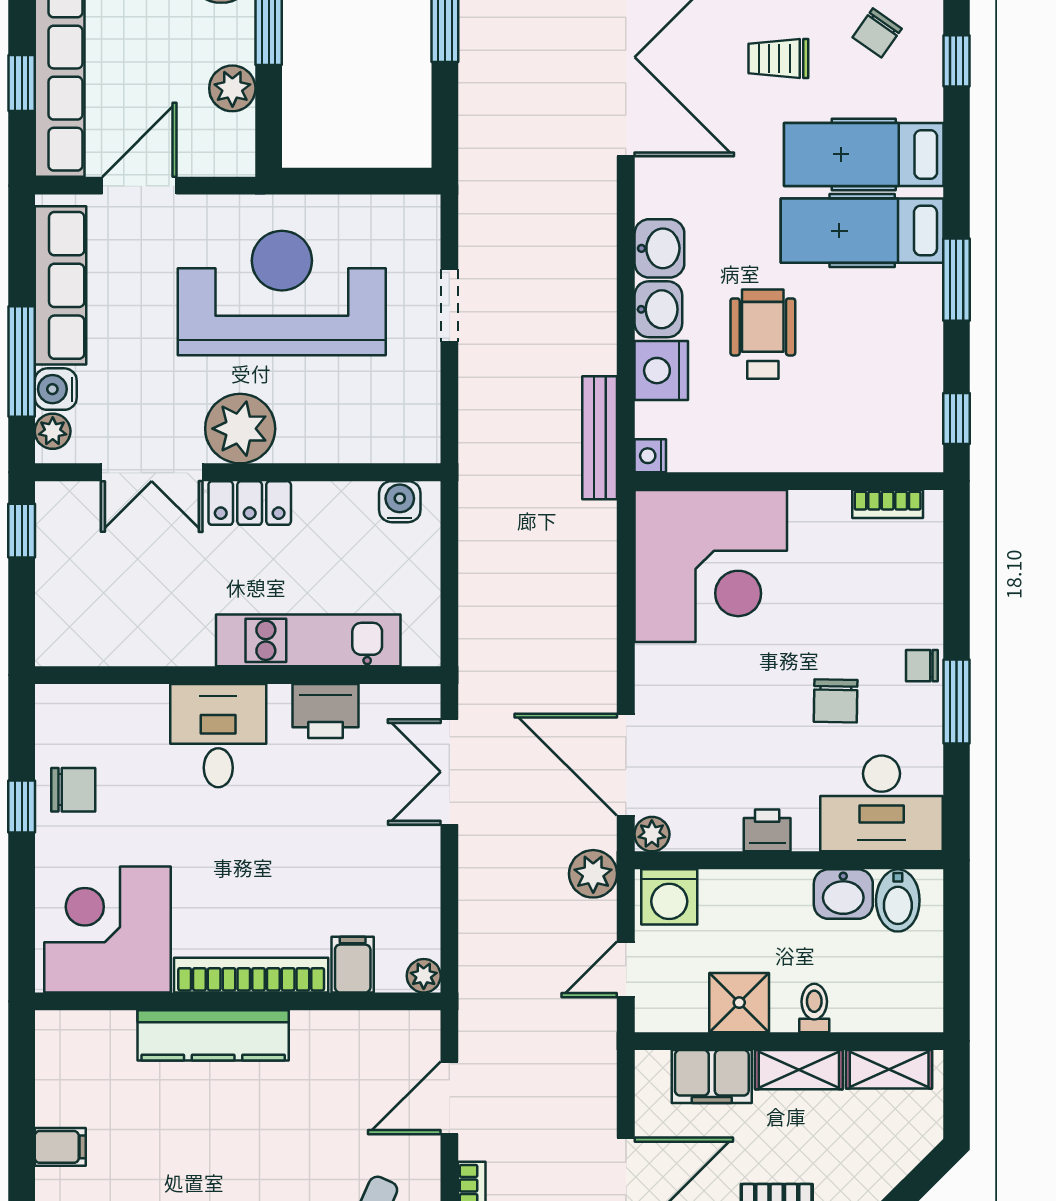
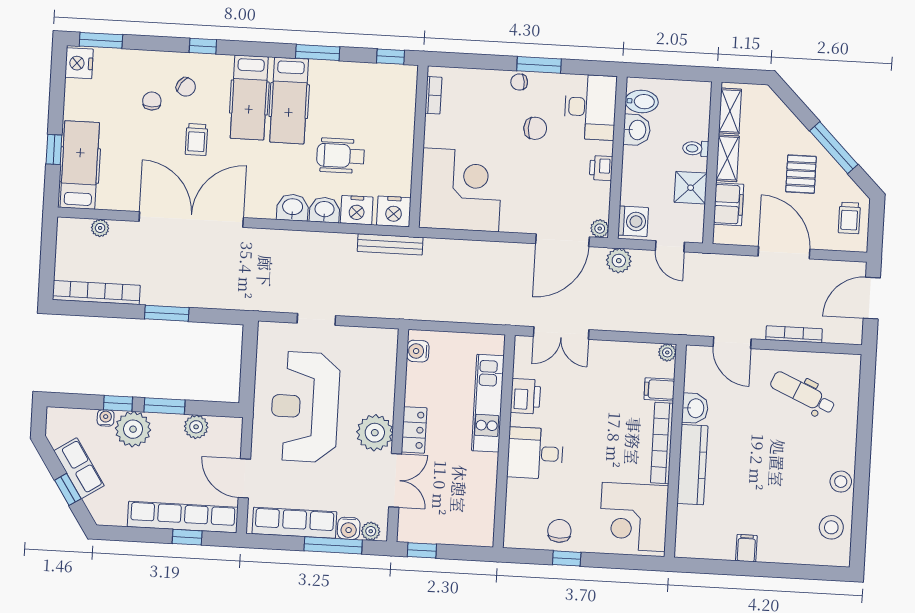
nightstand: (650, 456) -> (394, 211), width x1.89, depth x1.79
chair: (922, 666) -> (519, 82), turned 84
washbasin: (321, 1034) -> (695, 408), added

